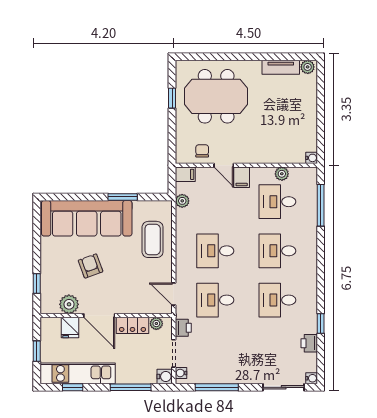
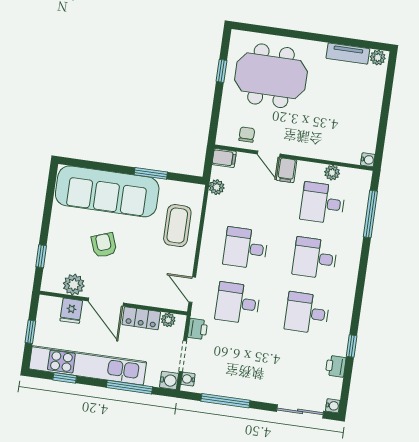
kitchen unit: (78, 373) -> (88, 365), width x1.36

